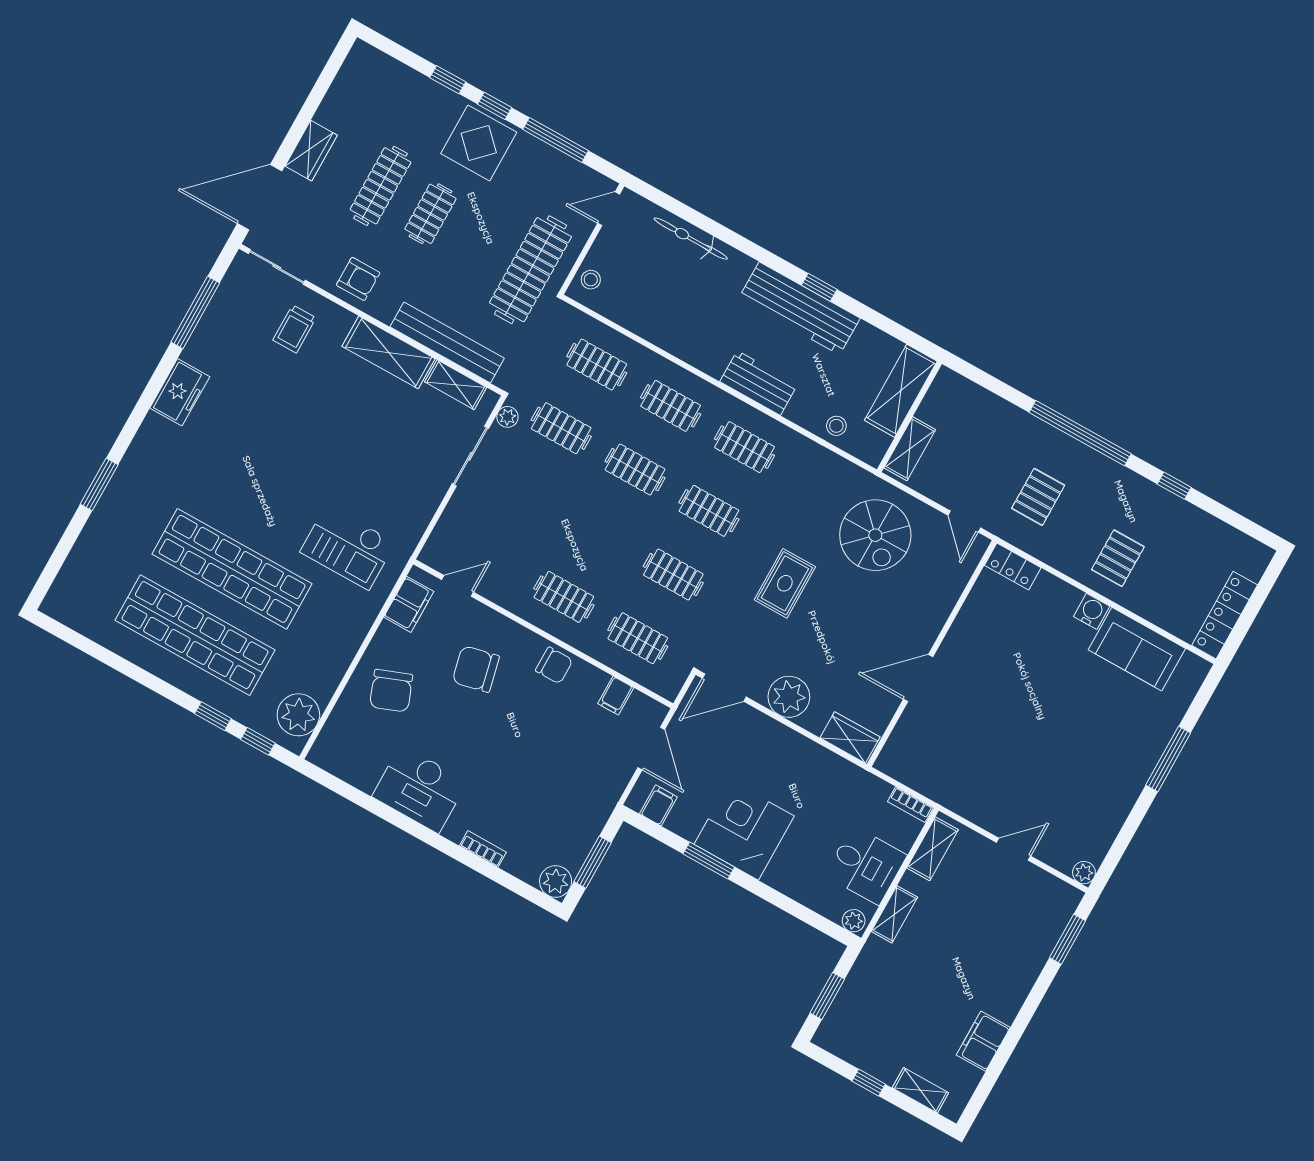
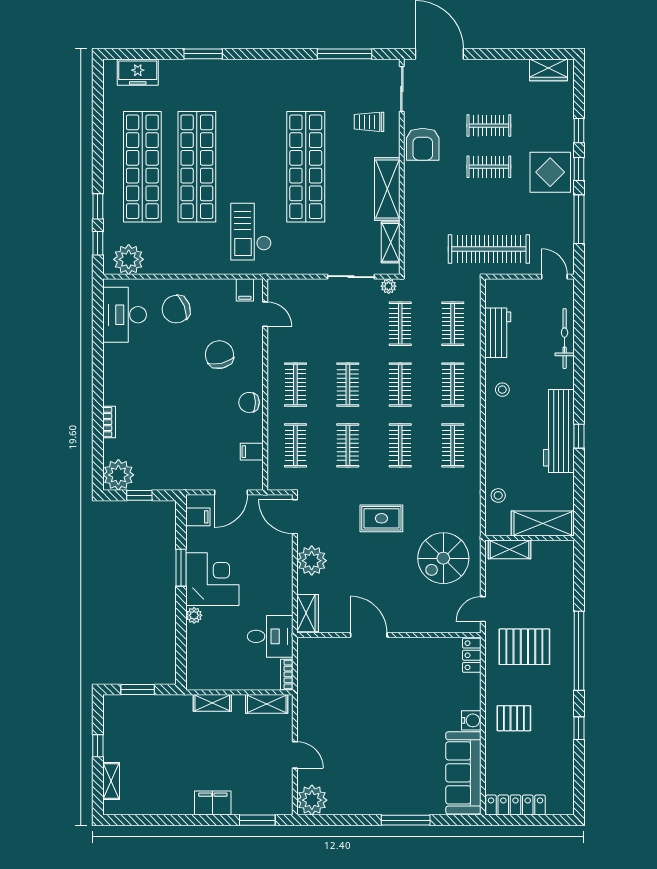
wardrobe: (311, 151) -> (548, 70), moved
clothes rail: (380, 186) -> (489, 126), width x0.73
armchair: (358, 279) -> (423, 144), width x1.38, depth x1.38
stool: (591, 280) -> (502, 390), moved
bench: (447, 343) -> (414, 222), removed
workbench: (759, 383) -> (498, 333), moved
freezer: (180, 392) -> (138, 72), moved
shop shelf: (306, 436) -> (306, 167), added
pallet: (1038, 497) -> (524, 647), width x1.50, depth x1.42
clothes rail: (599, 533) -> (348, 385), added
filing cabinet: (409, 604) -> (245, 290), width x0.50
sofa: (1137, 649) -> (463, 773), width x1.36
chair: (554, 665) -> (249, 402), turned 90
desk: (420, 789) -> (125, 315), moved
window: (593, 862) -> (139, 495), width x0.67
desk: (866, 865) -> (270, 636), moved, turned -90
plant: (1084, 873) -> (312, 800), width x1.88, depth x1.88
plant: (556, 881) -> (118, 475), width x1.36, depth x1.36
plant: (854, 921) -> (194, 615), moved
filing cabinet: (983, 1041) -> (213, 803), moved

